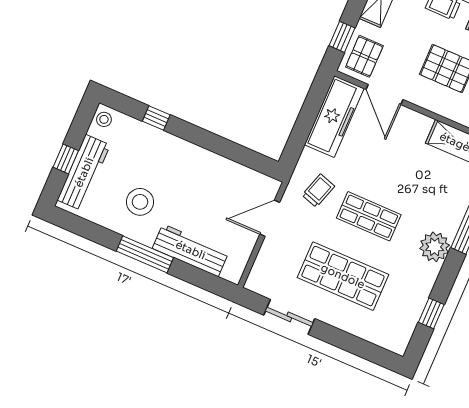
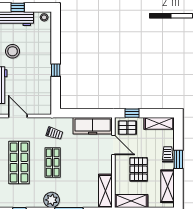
door: (385, 94) -> (113, 145), swing flipped
window: (156, 118) -> (56, 70), moved
door: (270, 218) -> (18, 116), moved

